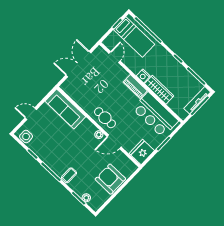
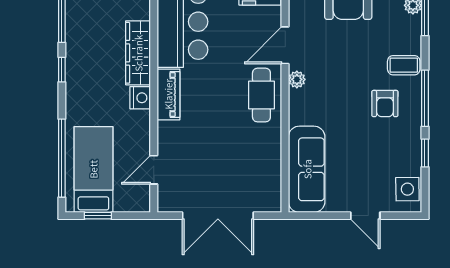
door: (114, 142) -> (285, 45), swing flipped
armchair: (62, 157) -> (385, 104), added

